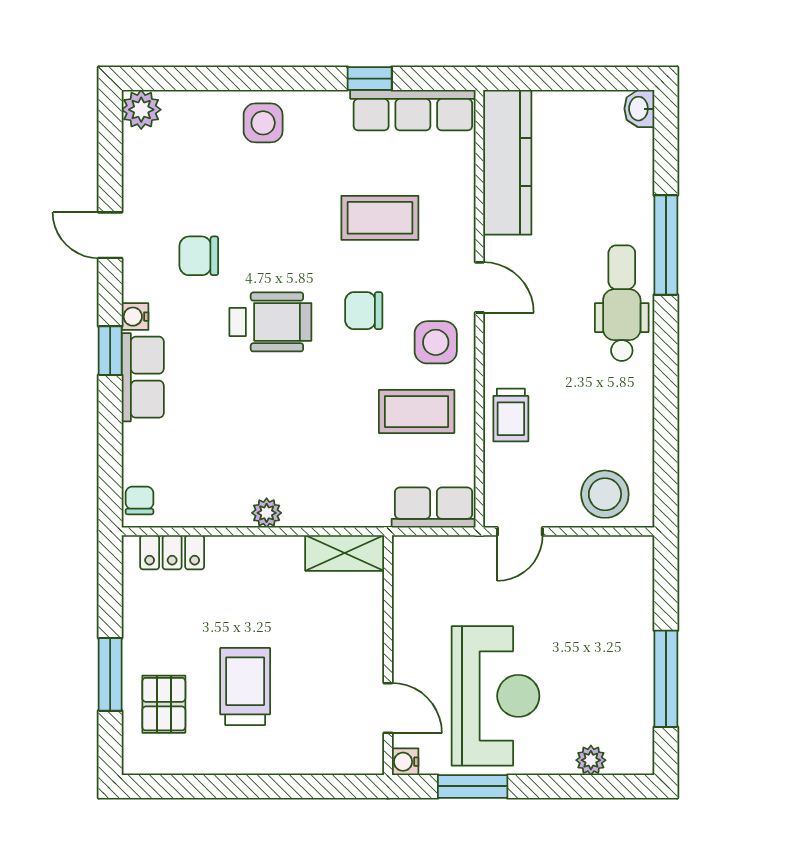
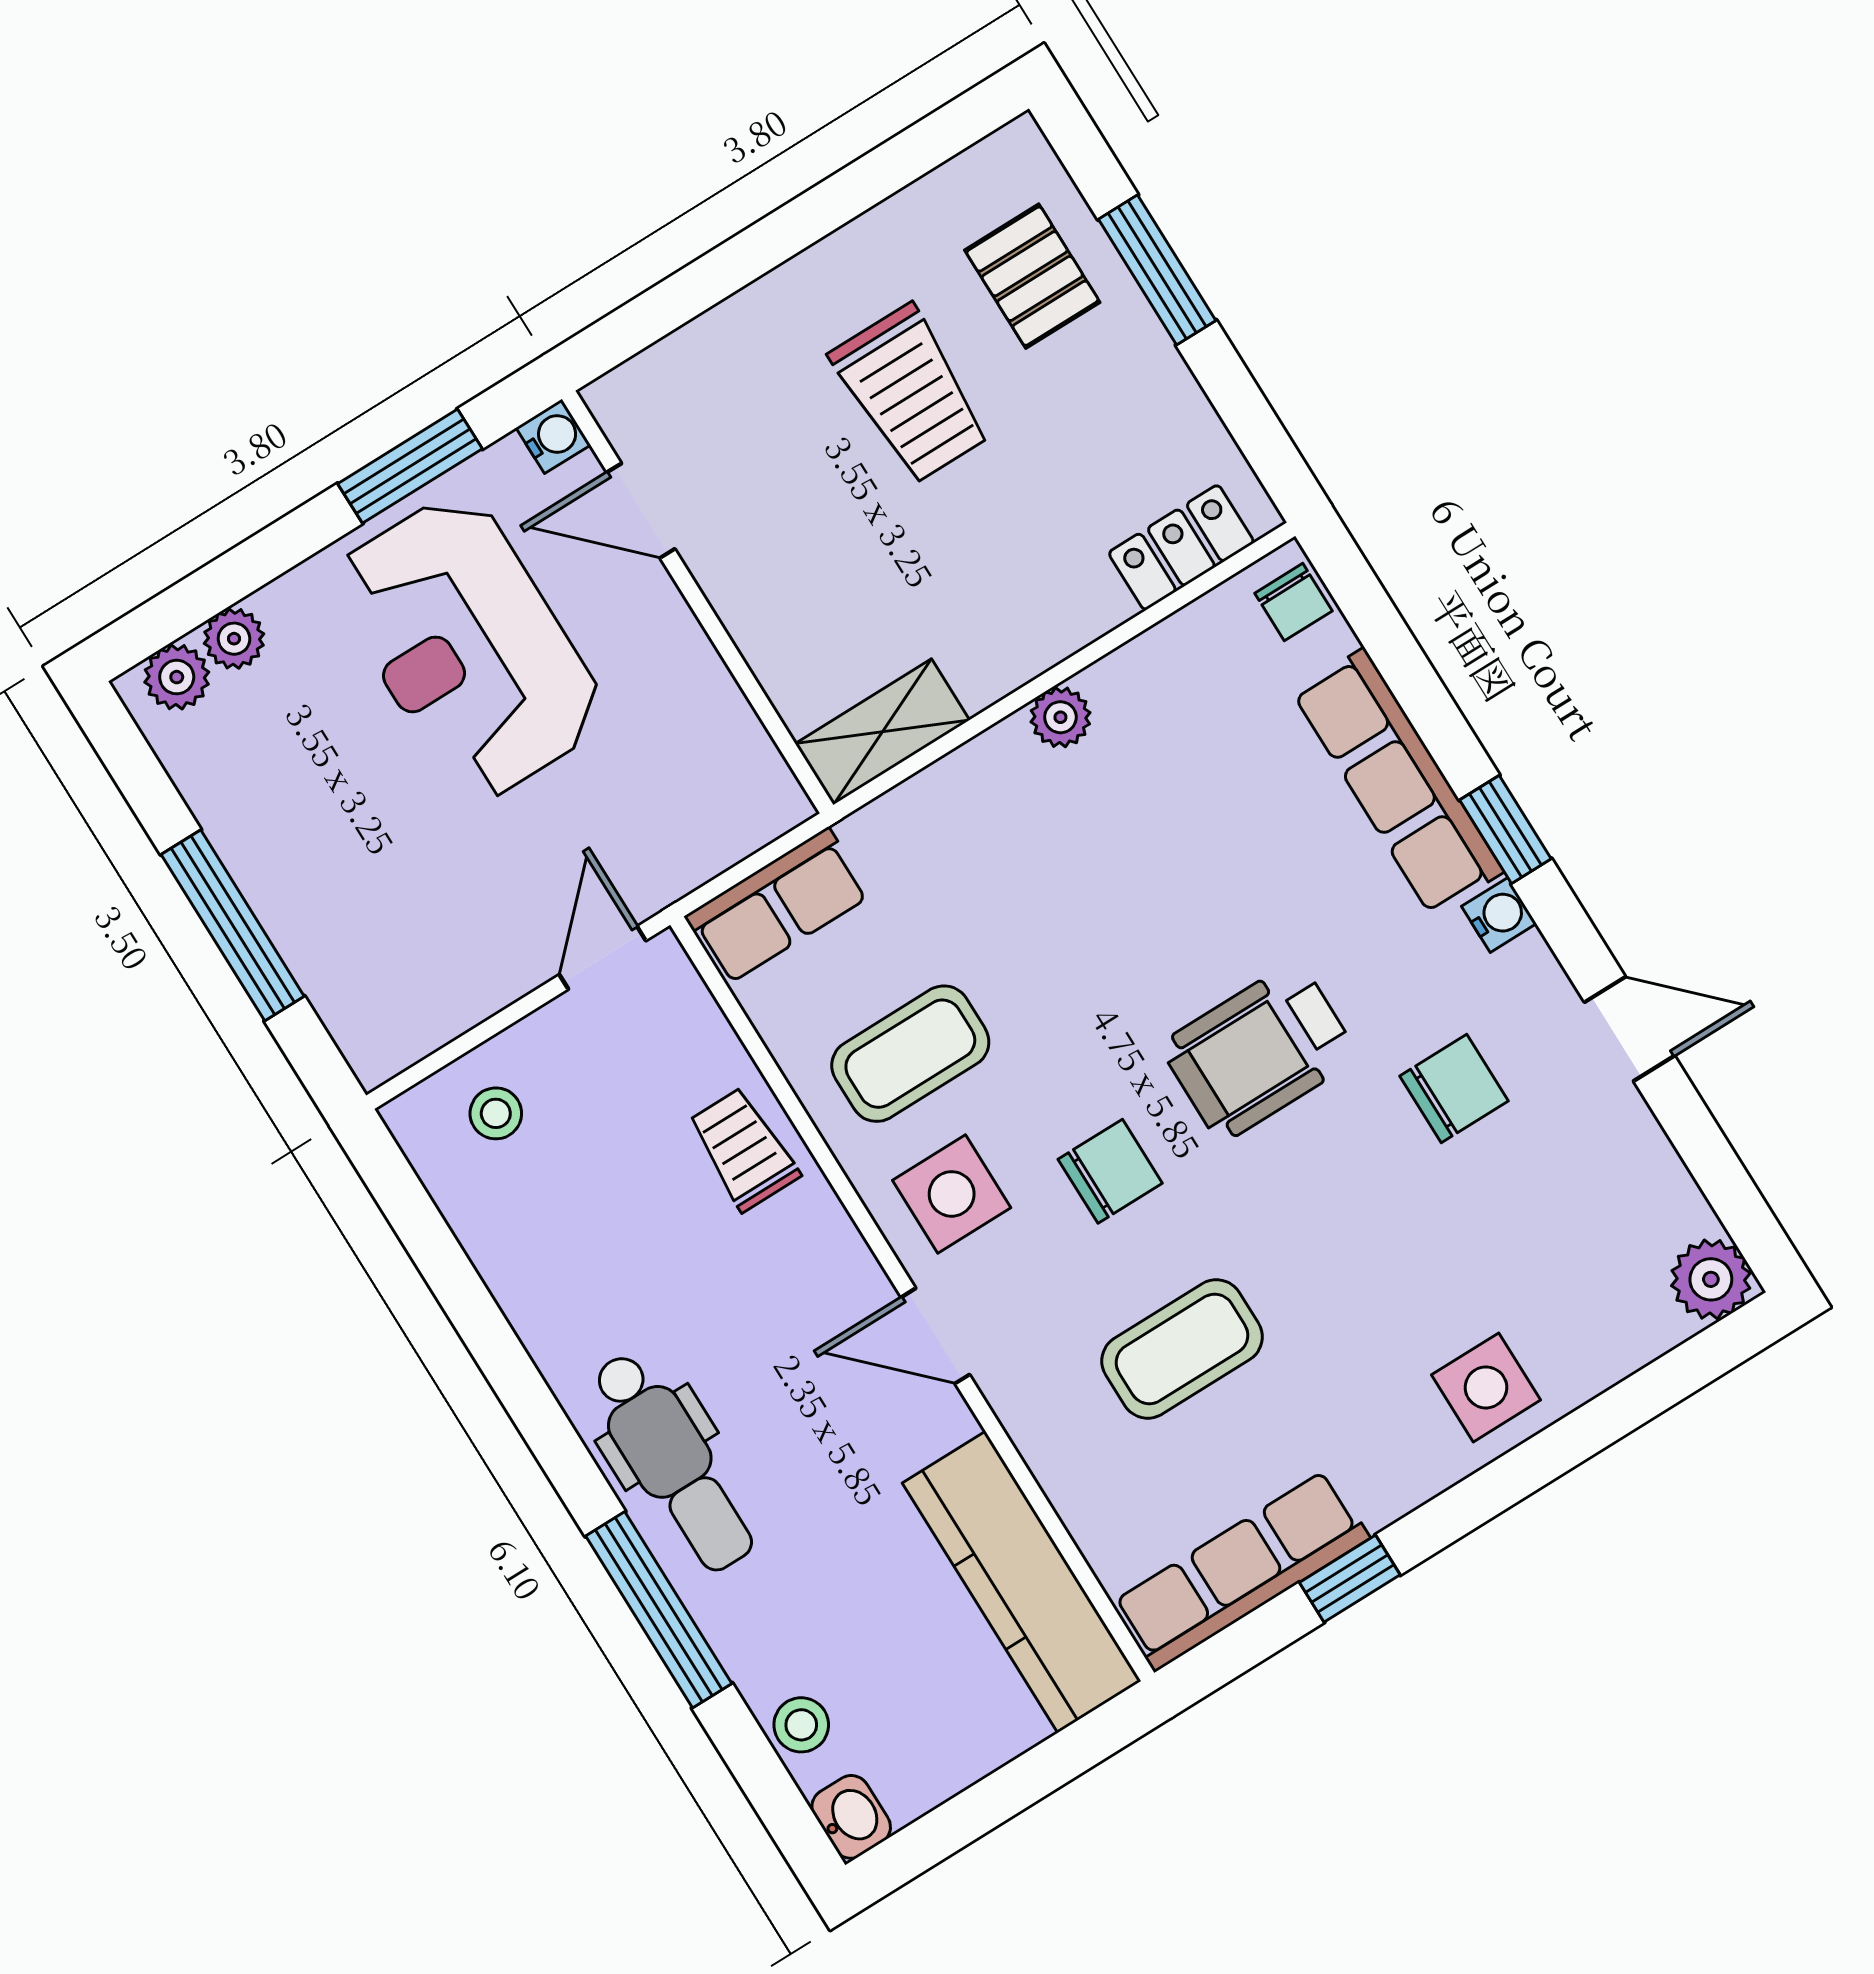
stool: (636, 160) -> (801, 1725), added
row of seats: (143, 377) -> (1398, 782), width x1.48
stool: (605, 494) -> (496, 1113), width x0.53, depth x0.53
window: (666, 679) -> (233, 925), moved
plant: (625, 759) -> (177, 677), added

